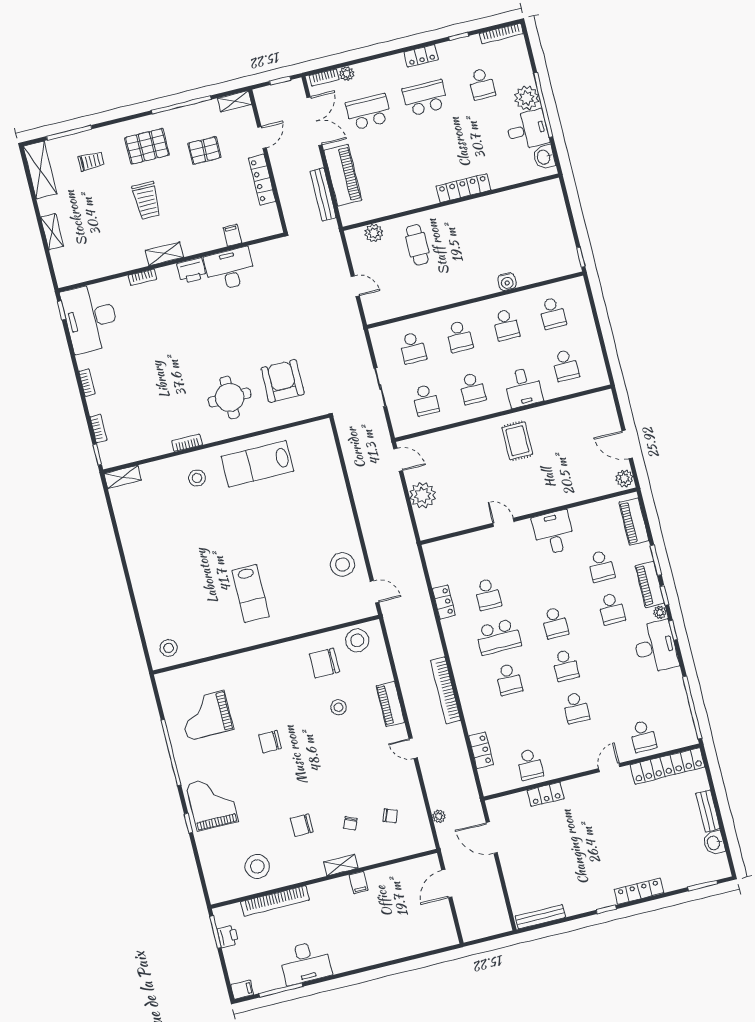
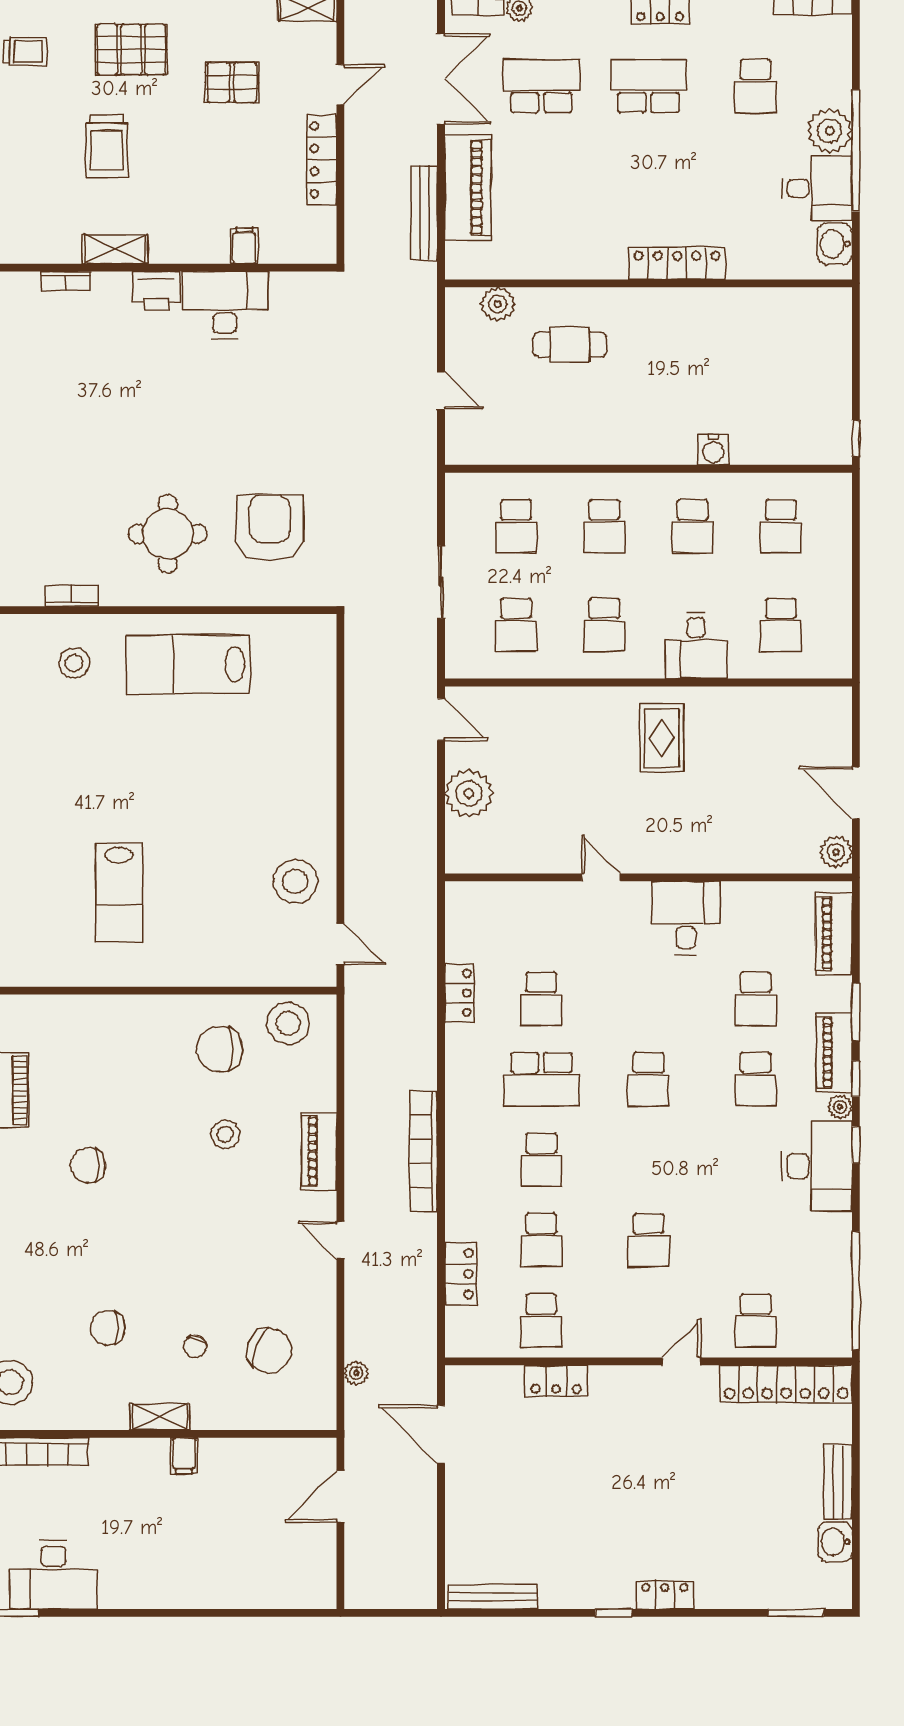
cafe table: (417, 245) -> (570, 344), turned 90
school desk: (565, 665) -> (541, 1240), moved
chair: (390, 816) -> (269, 1351), width x1.87, depth x1.87
locker: (639, 891) -> (665, 1595), width x0.66

